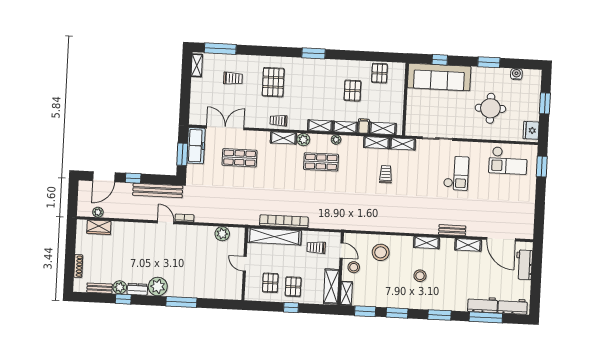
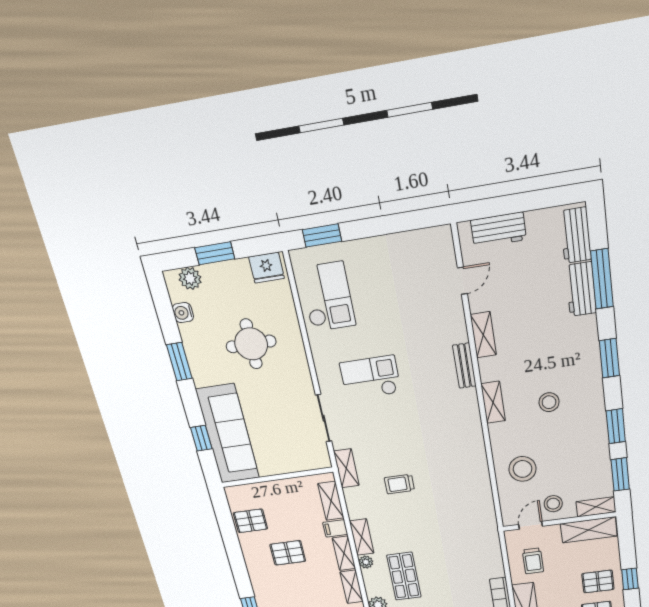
plant: (534, 85) -> (190, 278), added
shelving: (376, 143) -> (362, 537), moved
door: (501, 239) -> (462, 281), width x0.53

